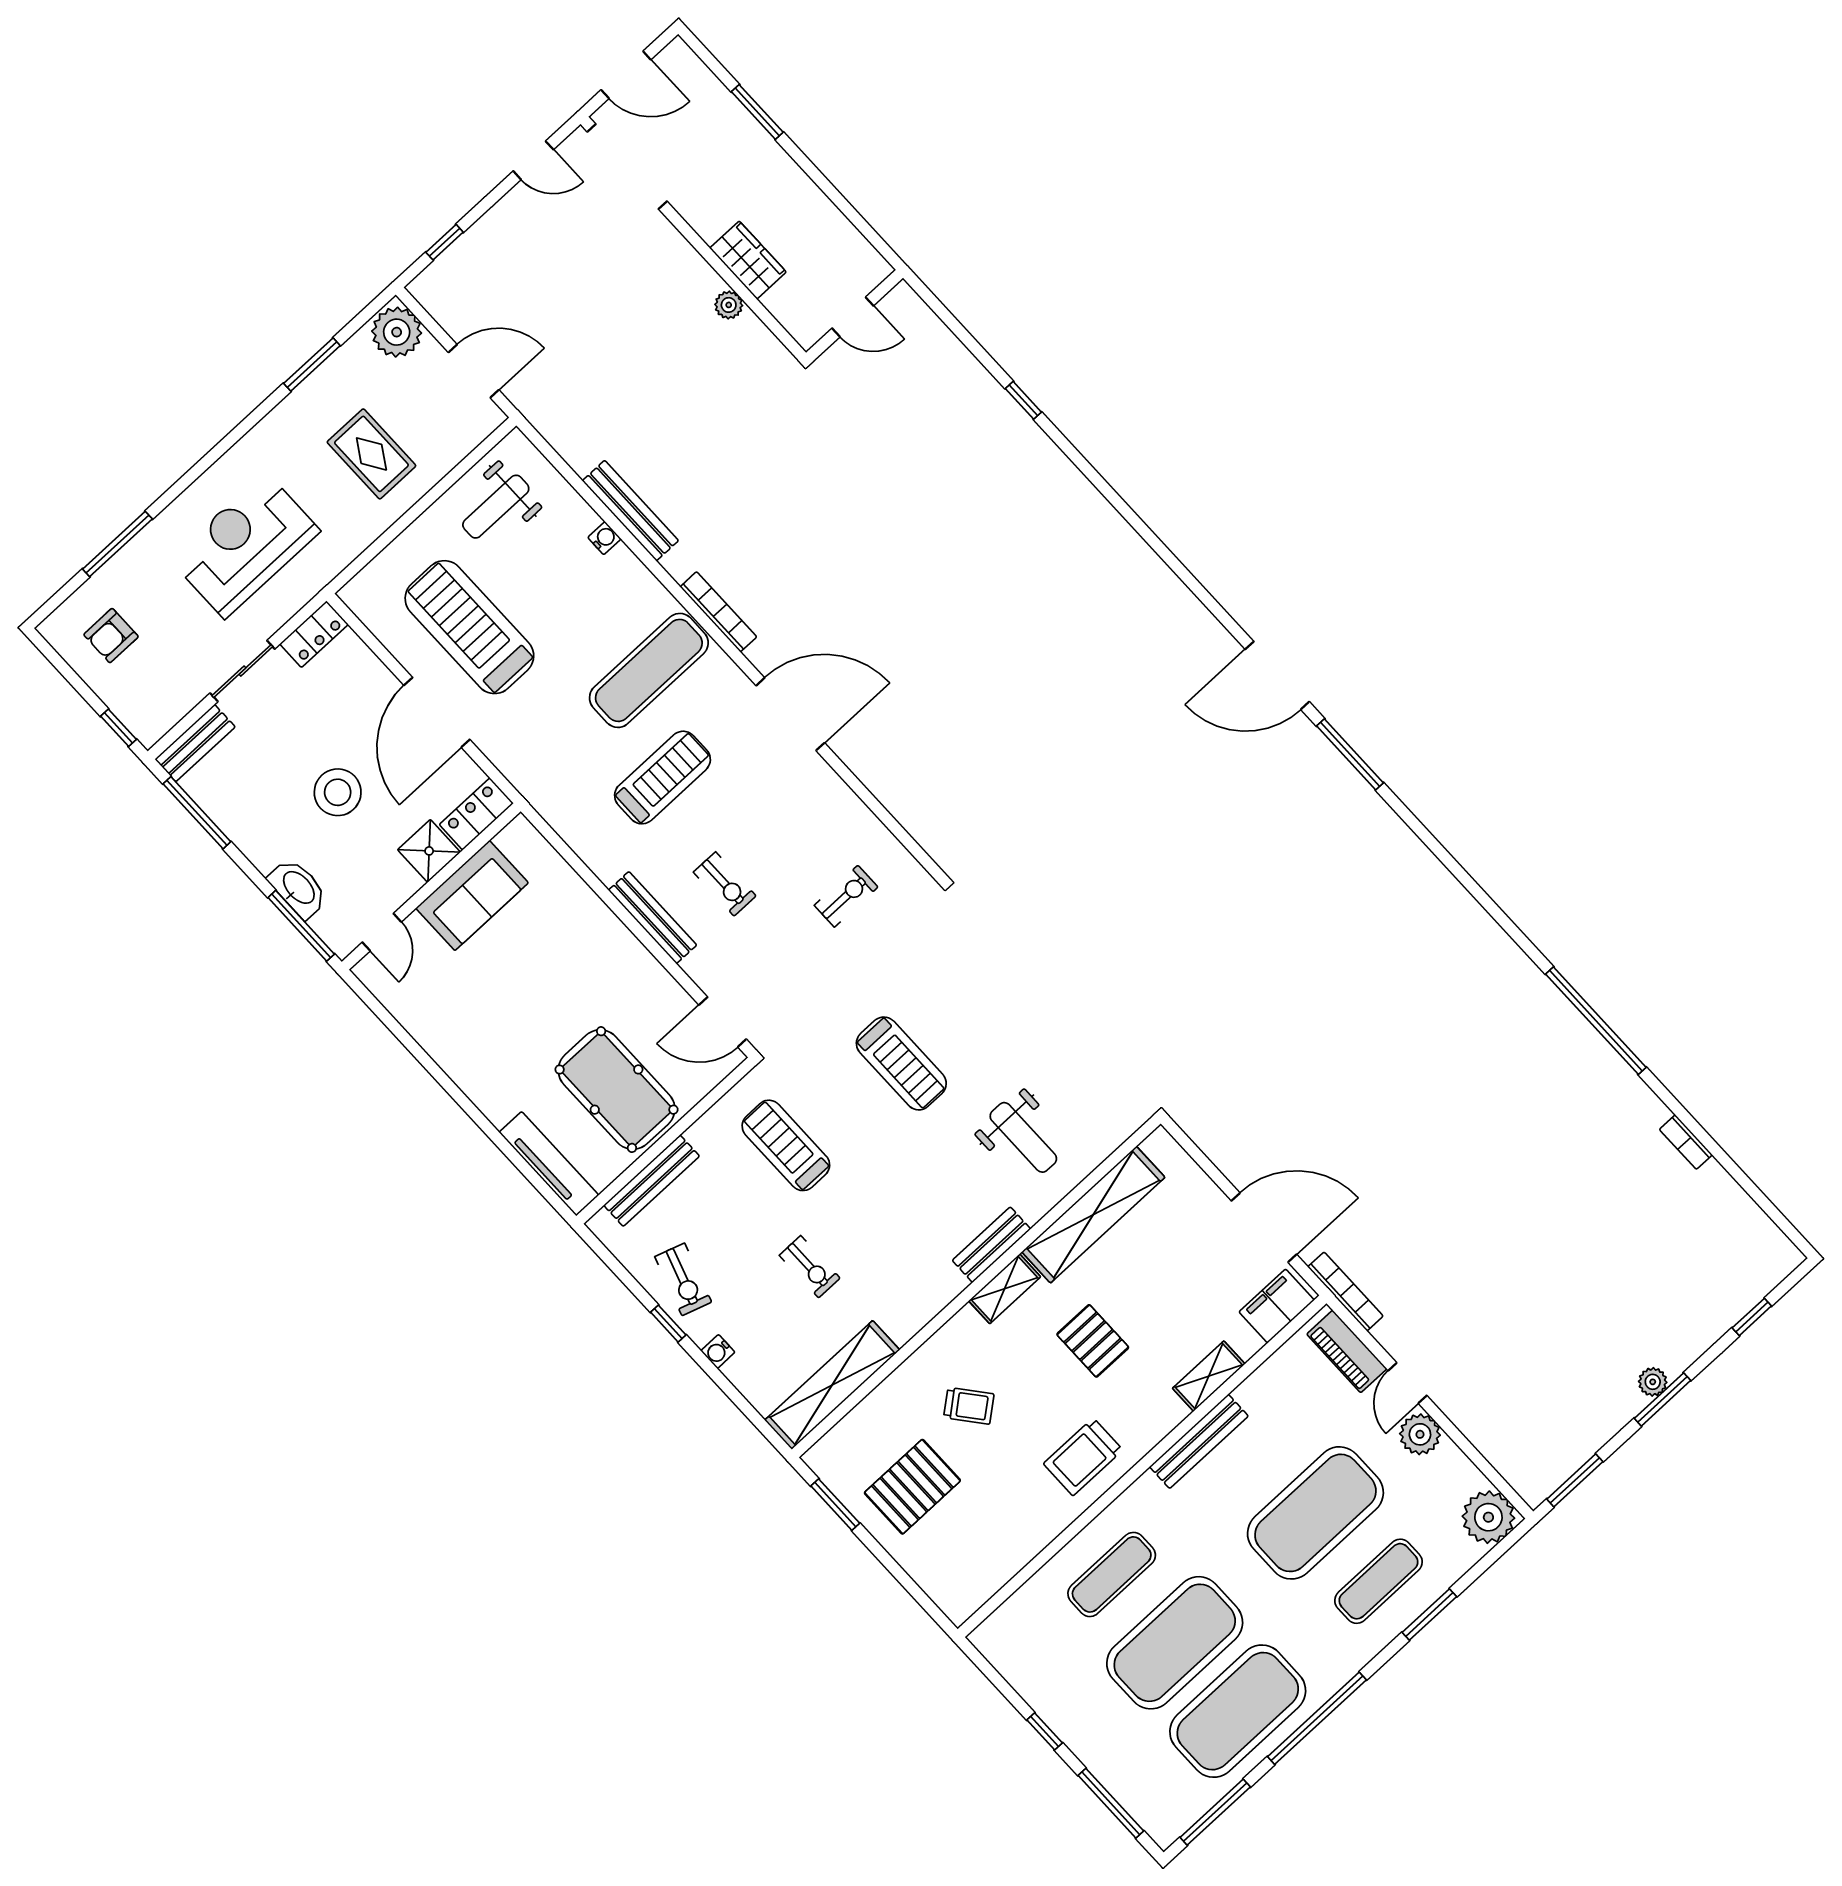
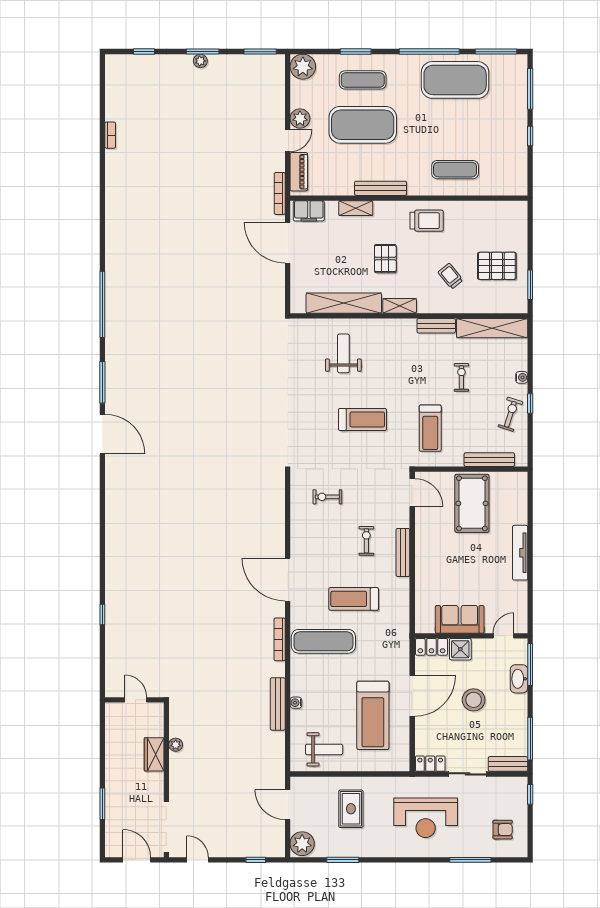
window: (1596, 1021) -> (102, 304), moved
treadmill: (901, 1063) -> (362, 419), turned 90
tv unit: (549, 1164) -> (520, 553), moved
bench: (992, 1245) -> (436, 326), moved
exercise mat: (1175, 1643) -> (455, 125), removed

